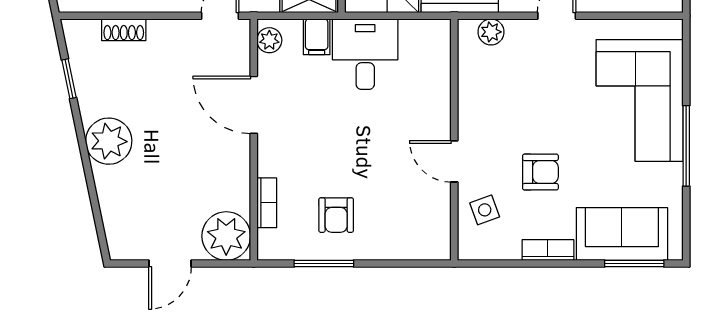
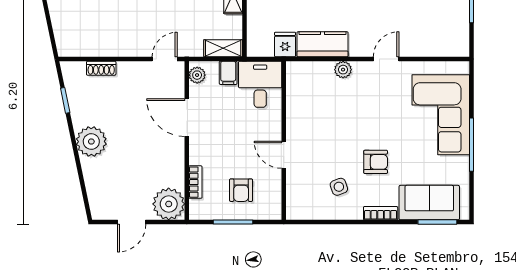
wall: (454, 140) -> (284, 141), moved
door: (454, 161) -> (284, 155), moved

